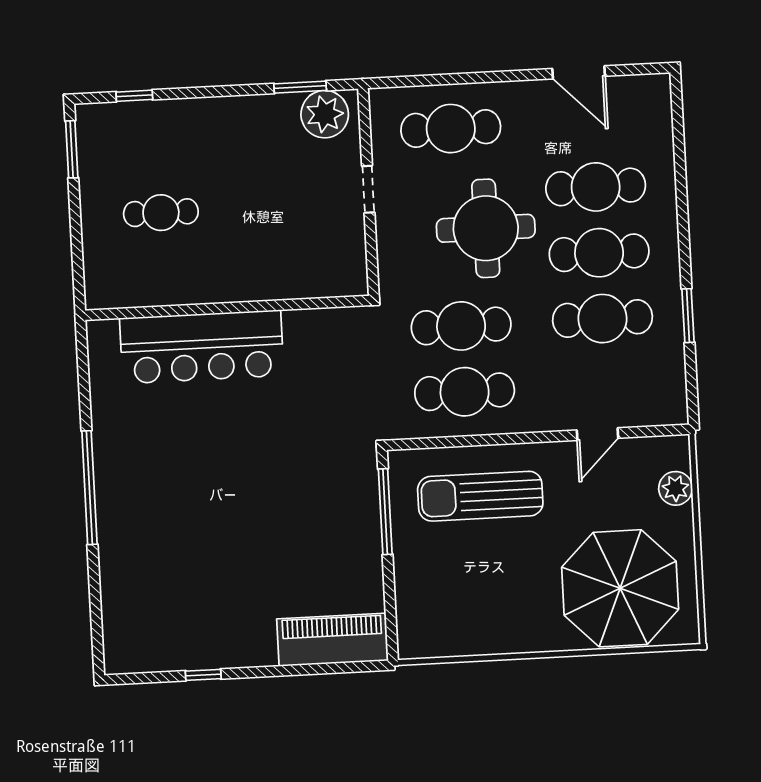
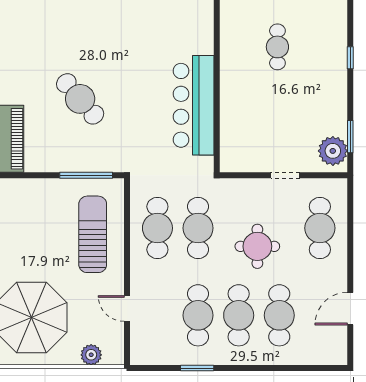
window: (134, 96) -> (350, 58), moved
round table: (486, 228) -> (257, 246), width x0.73, depth x0.73
bar counter: (202, 347) -> (194, 105), moved
cafe table: (262, 528) -> (80, 99), added

